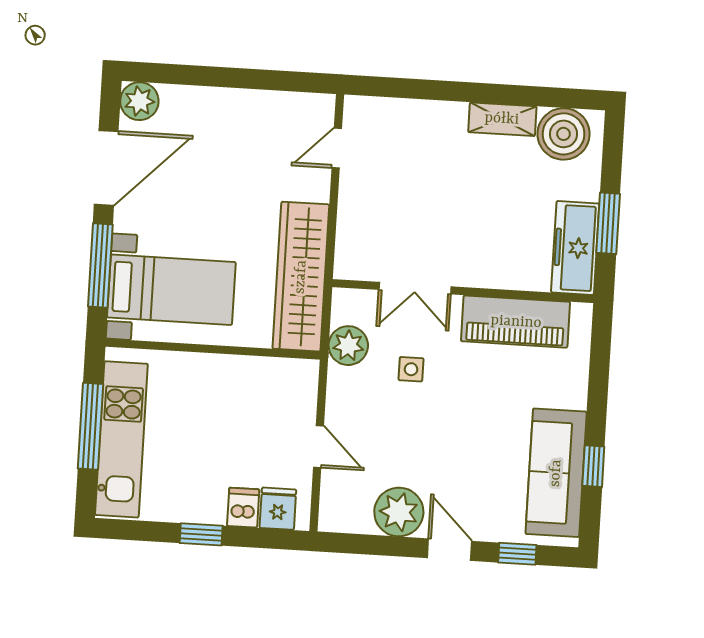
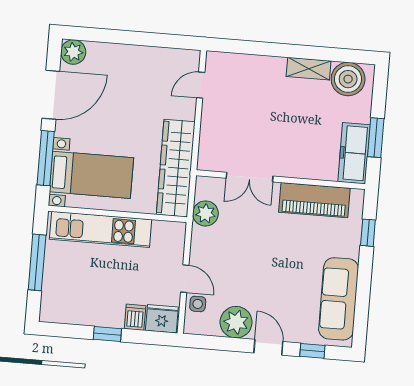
side table: (411, 369) -> (198, 304), moved
kitchen unit: (121, 439) -> (101, 229), moved, turned 90
window: (593, 466) -> (368, 233), moved
fridge: (278, 509) -> (162, 319), width x1.38

